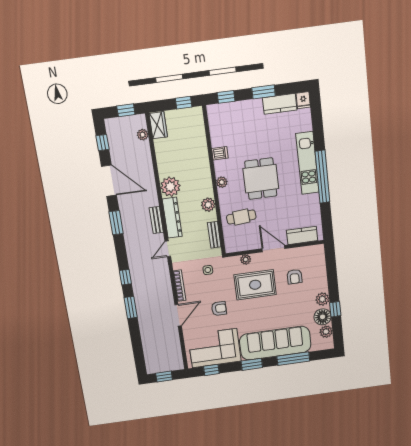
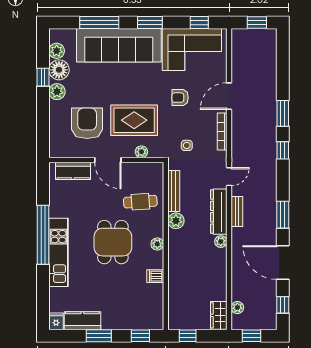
plant: (170, 187) -> (221, 242), width x0.53, depth x0.53
bench: (214, 235) -> (174, 191), width x1.36
armchair: (294, 277) -> (87, 123), width x1.88, depth x1.88

